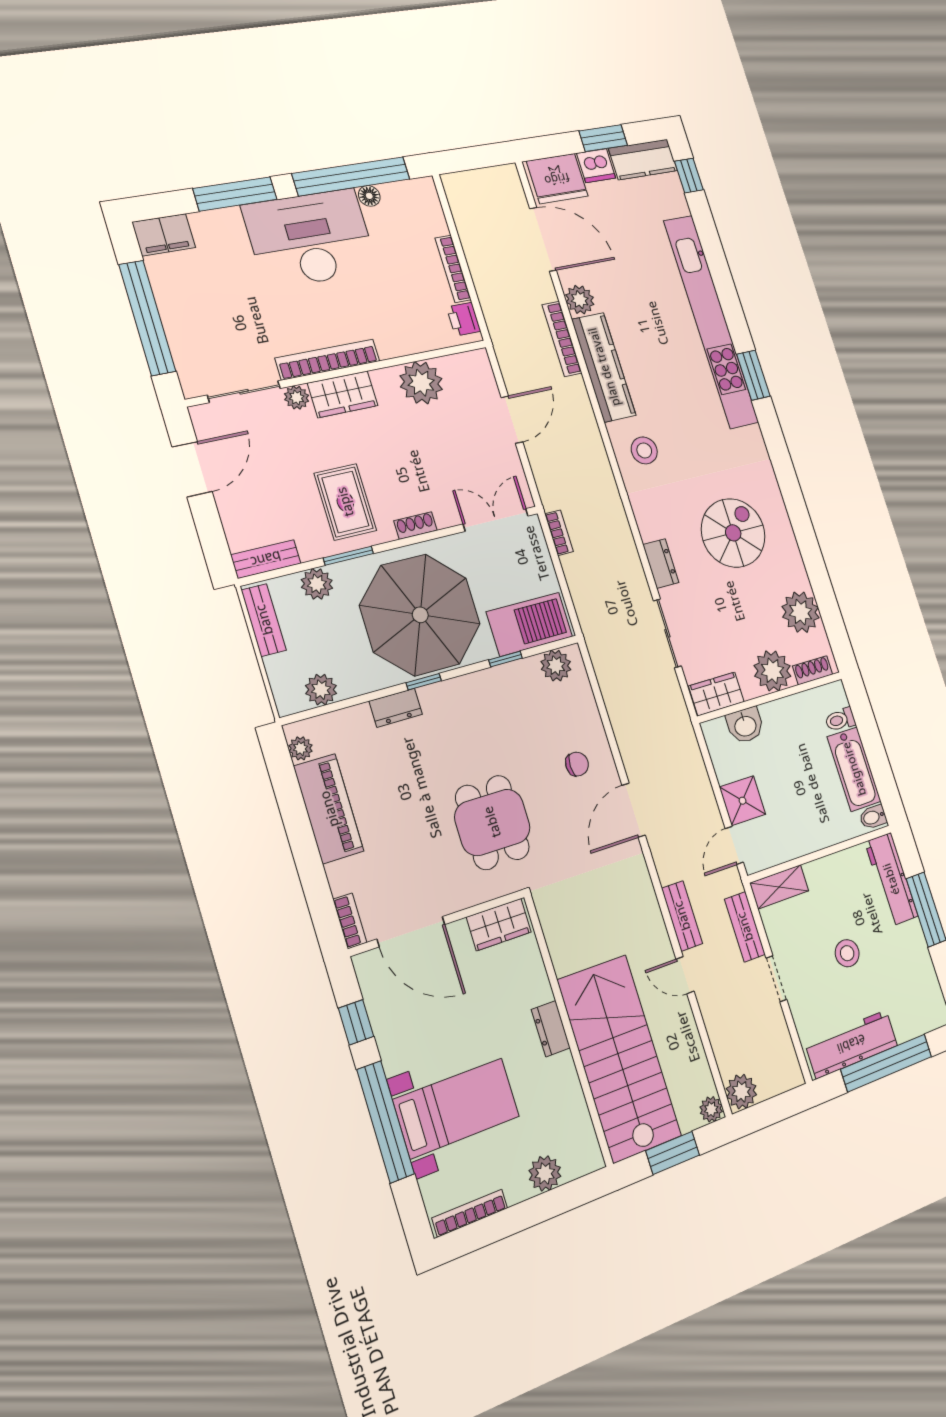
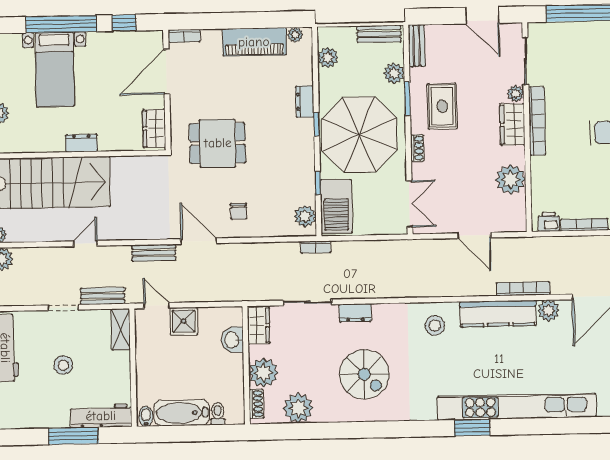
rug: (345, 502) -> (442, 106), turned 90
bookcase: (559, 533) -> (316, 247), moved
bench: (682, 916) -> (154, 253), moved

